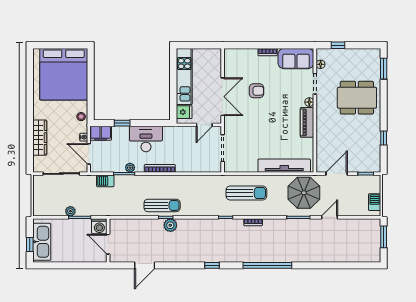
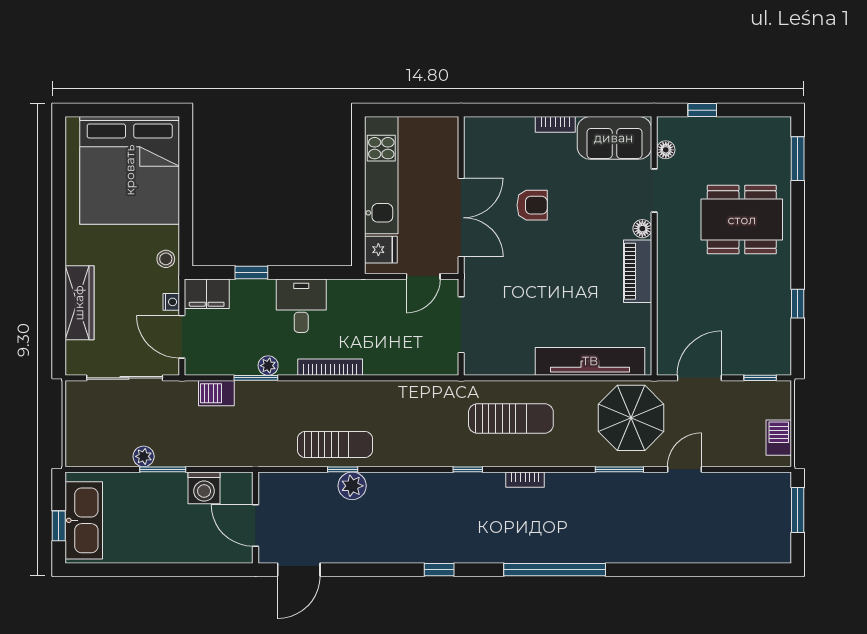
desk: (146, 139) -> (301, 306), width x0.73
wall: (108, 240) -> (256, 518), moved
door: (108, 244) -> (256, 525), moved

